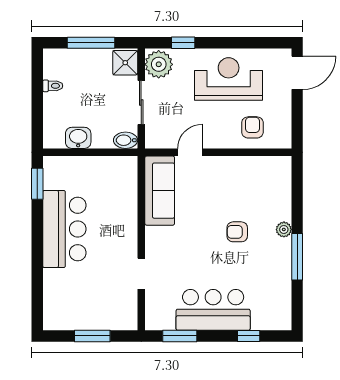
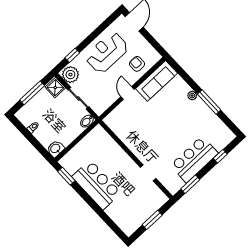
washbasin: (78, 138) -> (55, 149), moved
door: (190, 152) -> (128, 93), moved
sofa: (160, 191) -> (157, 81), moved, turned 90
armchair: (237, 232) -> (173, 116), removed

